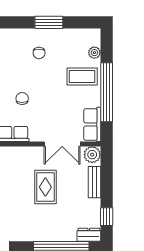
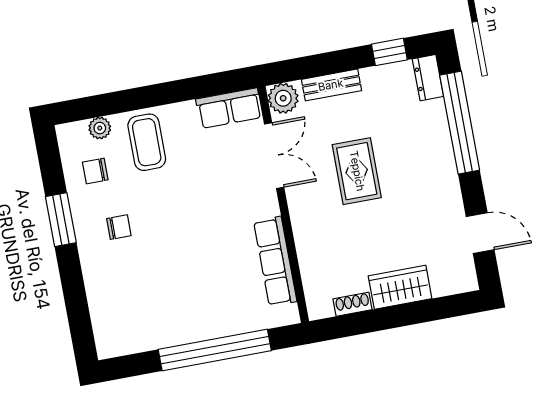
window: (107, 92) -> (167, 93), removed
chair: (22, 99) -> (95, 171), moved
rug: (45, 187) -> (357, 171), turned 90

